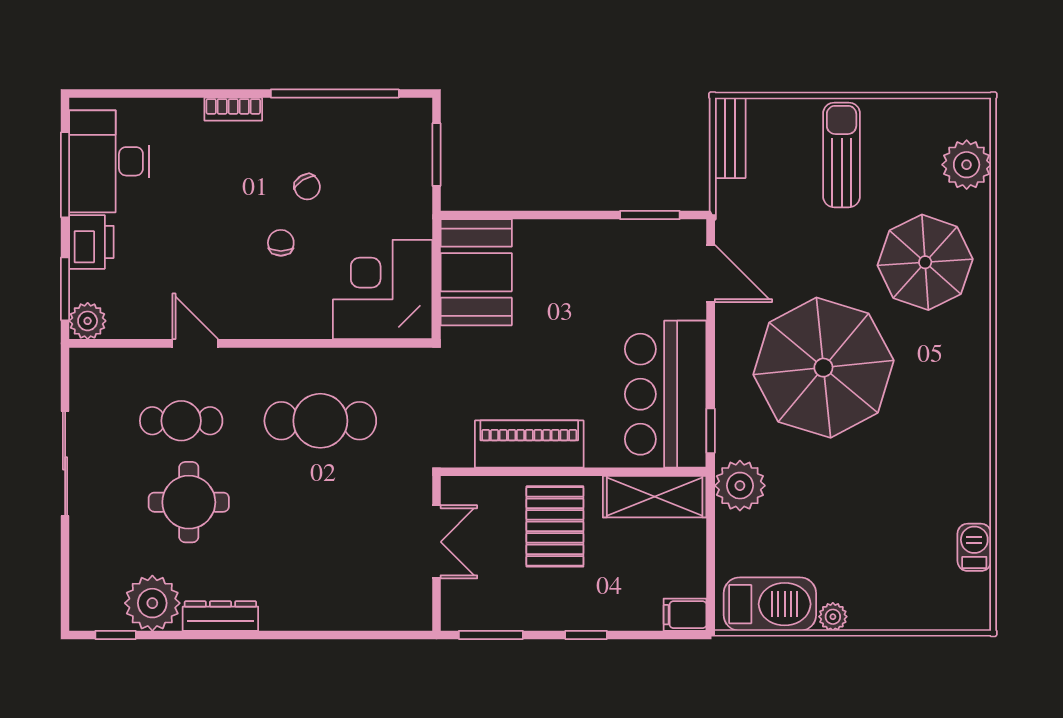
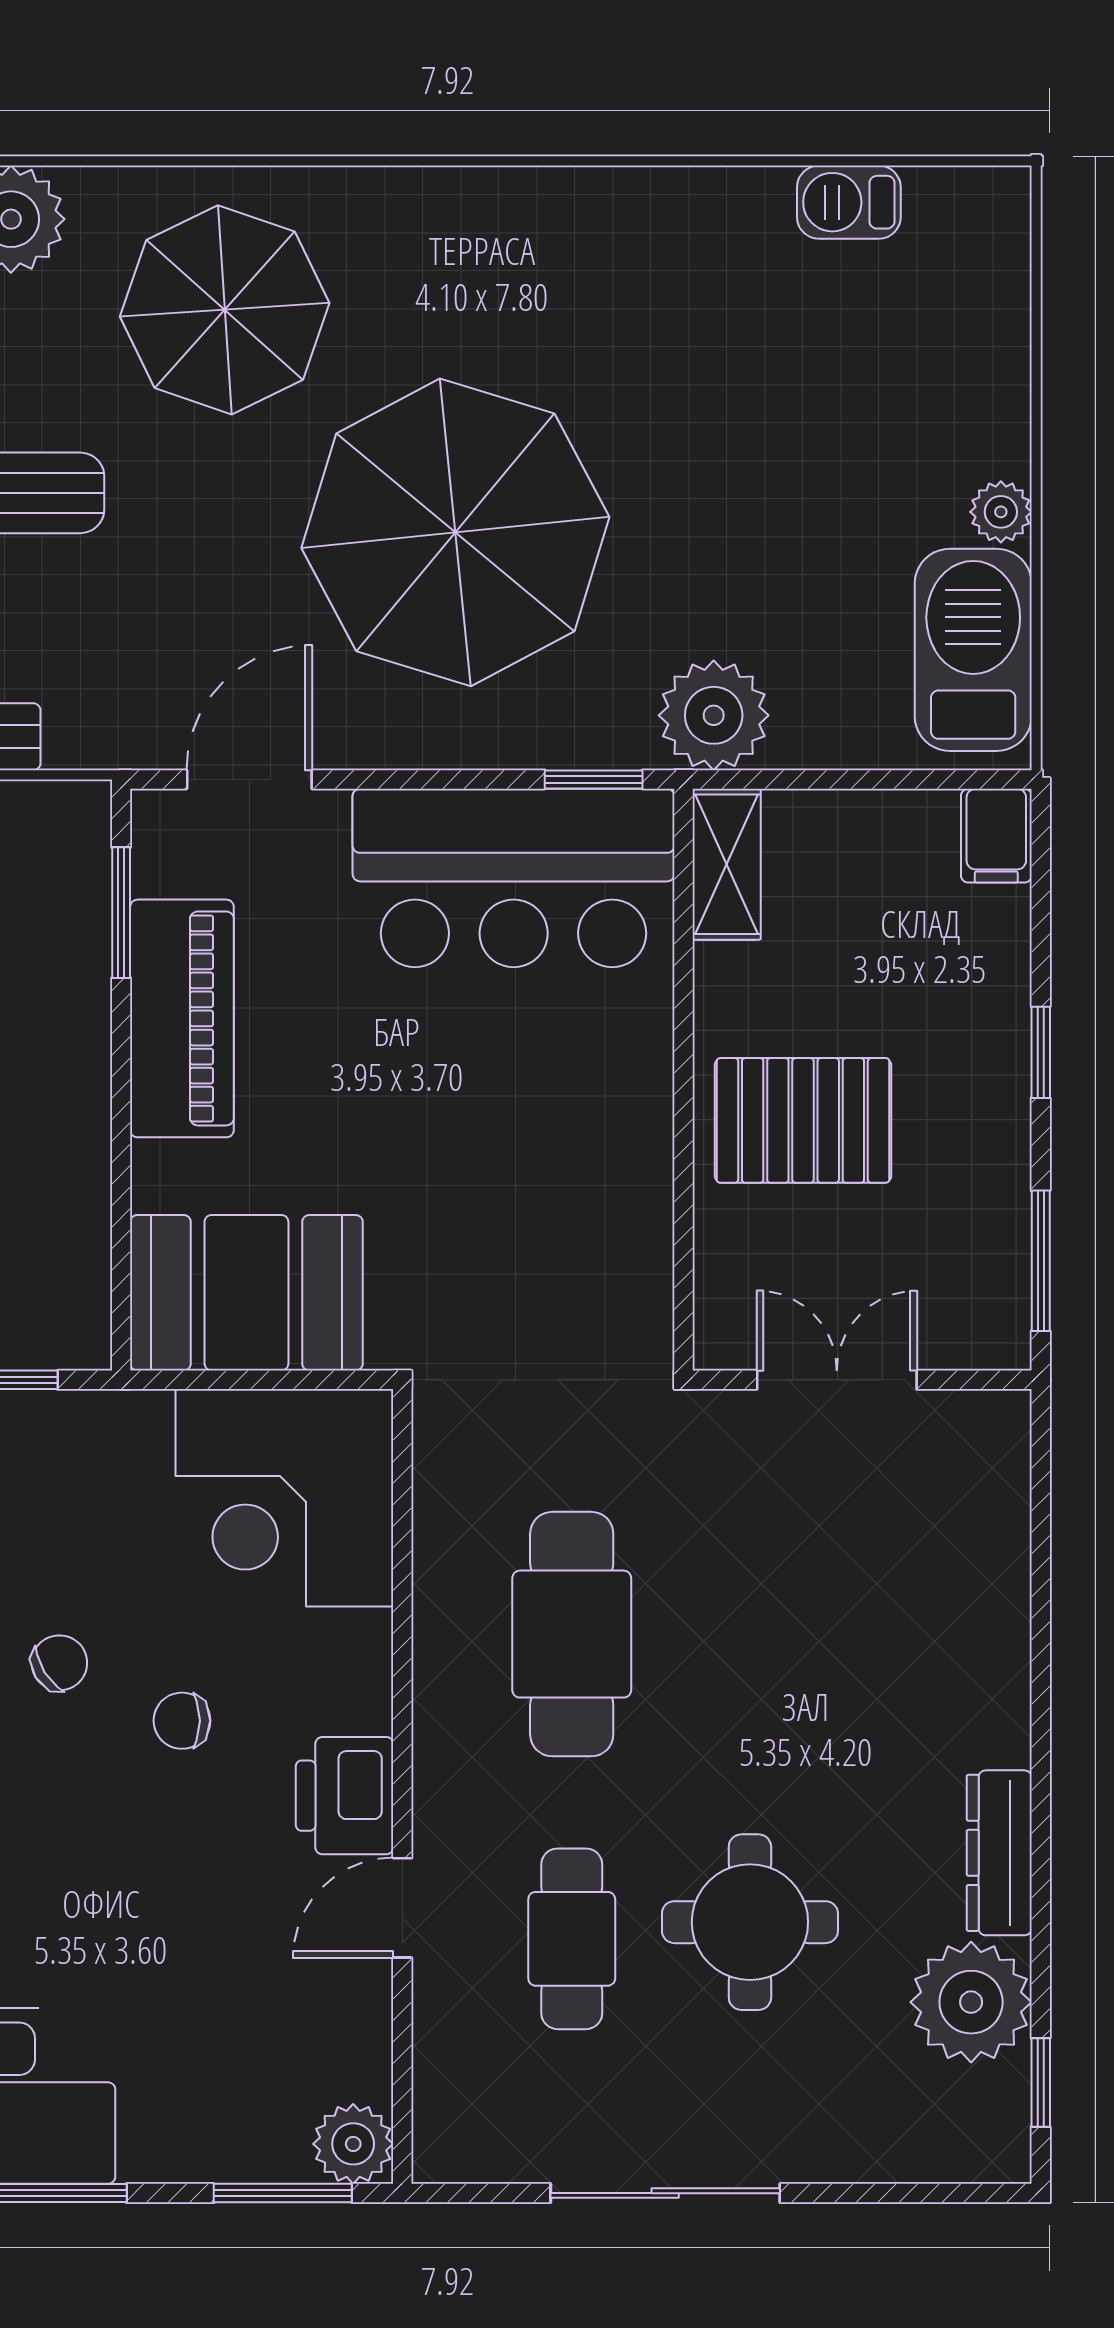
printer: (91, 242) -> (345, 1796), moved, turned -90
piano: (529, 444) -> (182, 1018), moved, turned 180
shelving: (655, 497) -> (727, 864), width x0.67, depth x0.75

